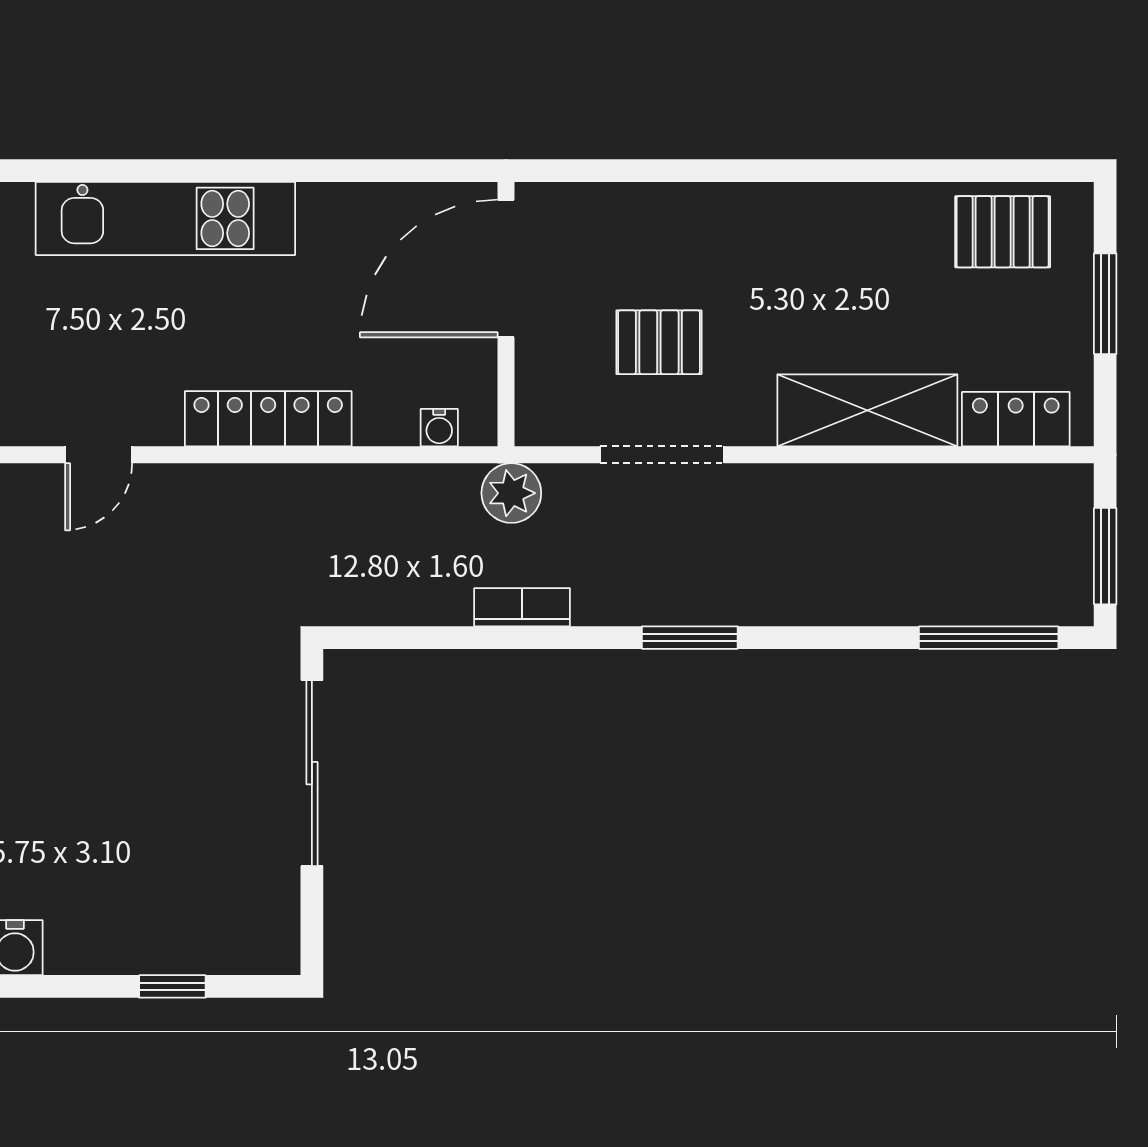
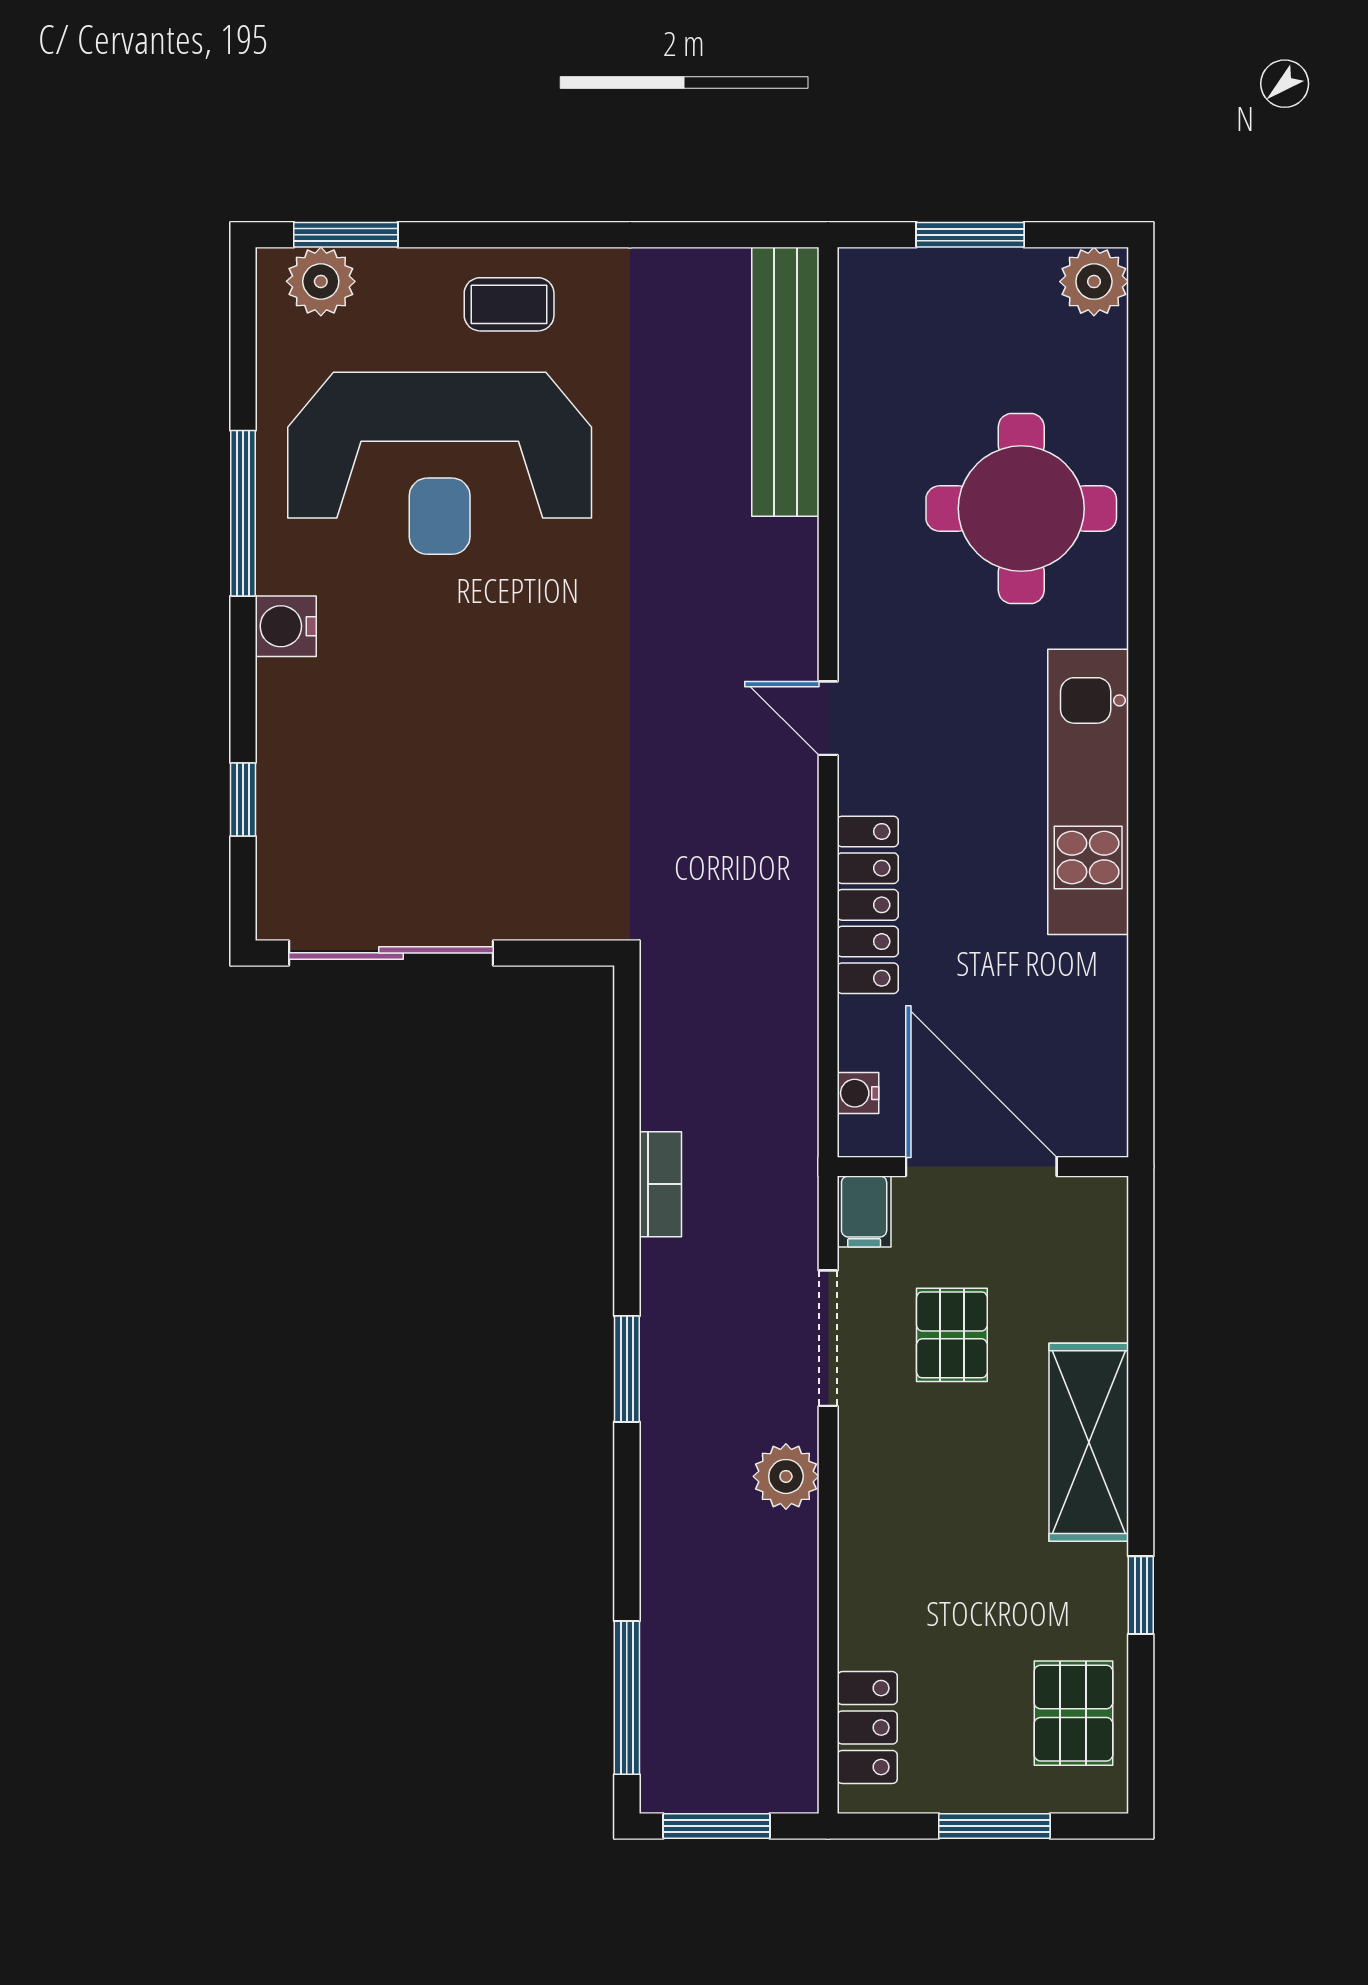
window: (895, 171) -> (1141, 1595), added
door: (506, 268) -> (981, 1167), moved
shelving: (867, 410) -> (1089, 1442), moved
filing cabinet: (547, 422) -> (864, 1211), added
plant: (511, 493) -> (786, 1476), moved
sliding door: (312, 773) -> (391, 953), moved

